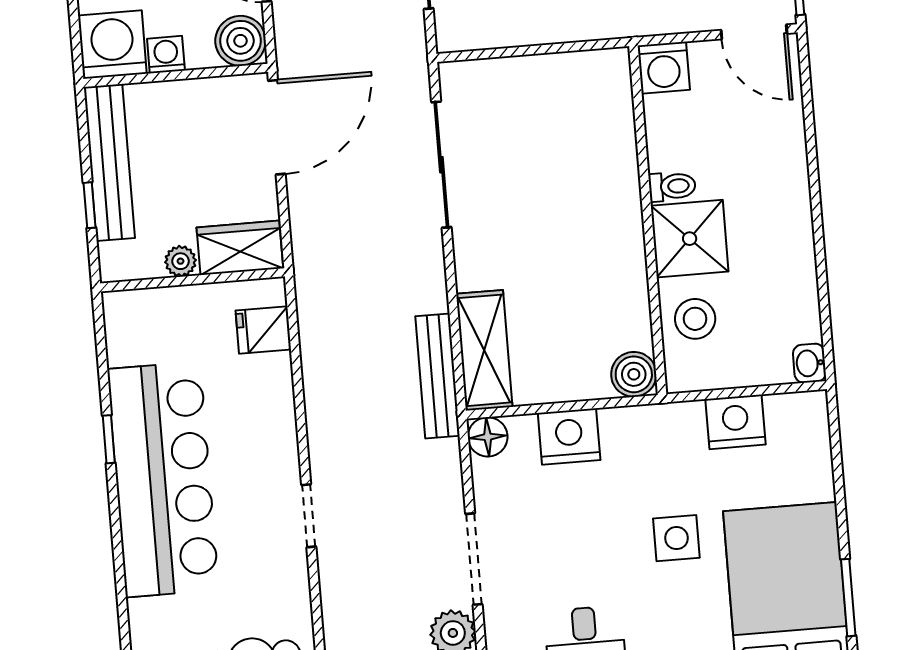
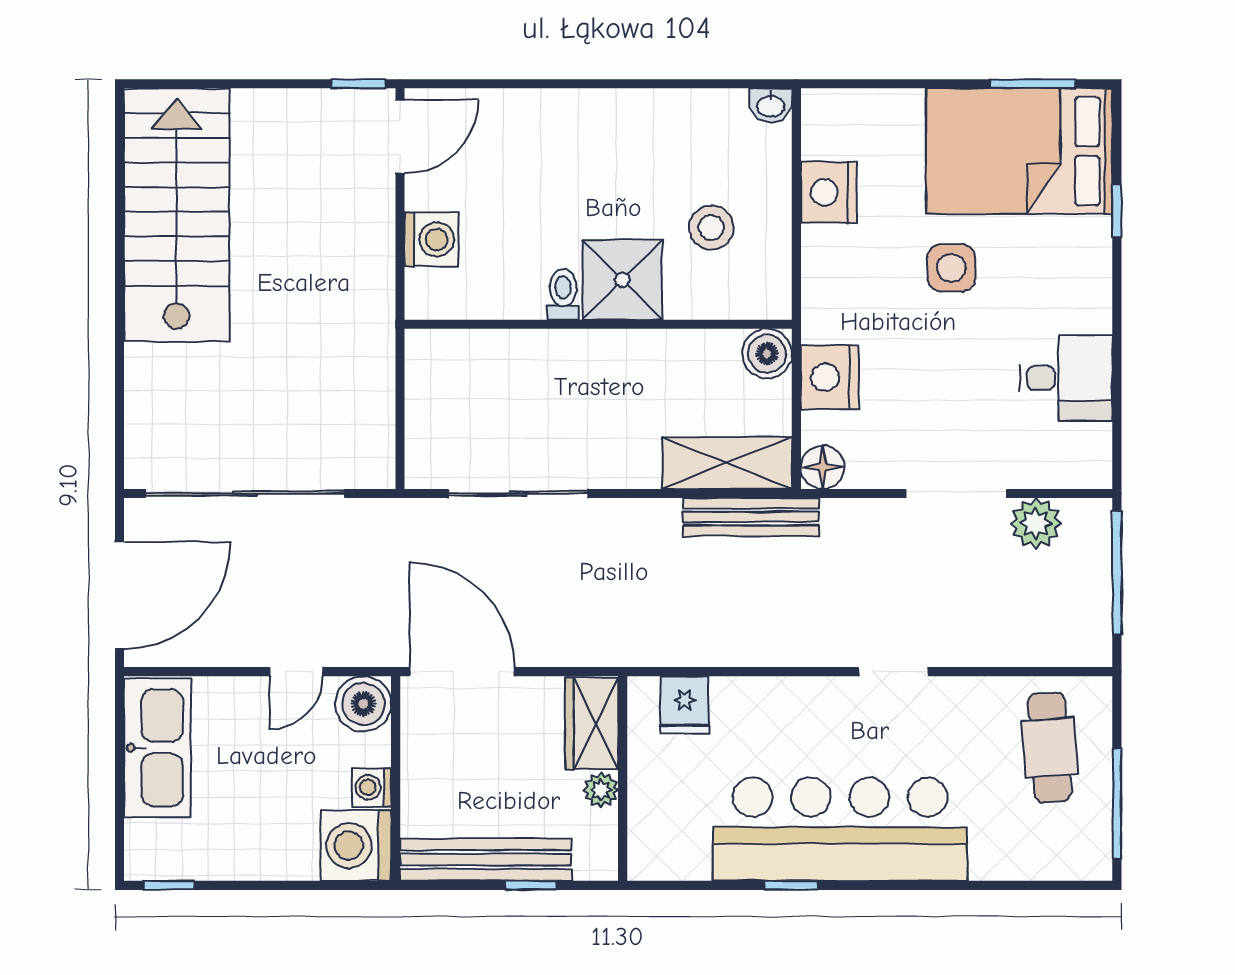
toilet: (672, 186) -> (563, 294), moved
wall: (648, 220) -> (598, 324), moved
shower: (690, 239) -> (622, 280), moved
boiler: (634, 374) -> (767, 354), moved

